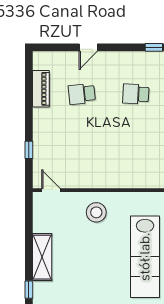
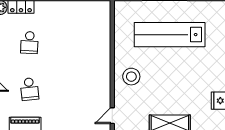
lab bench: (145, 257) -> (170, 35), turned 180

